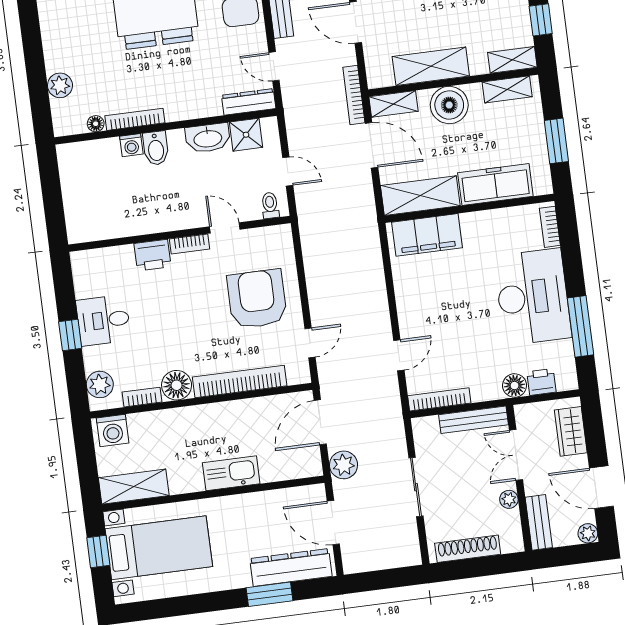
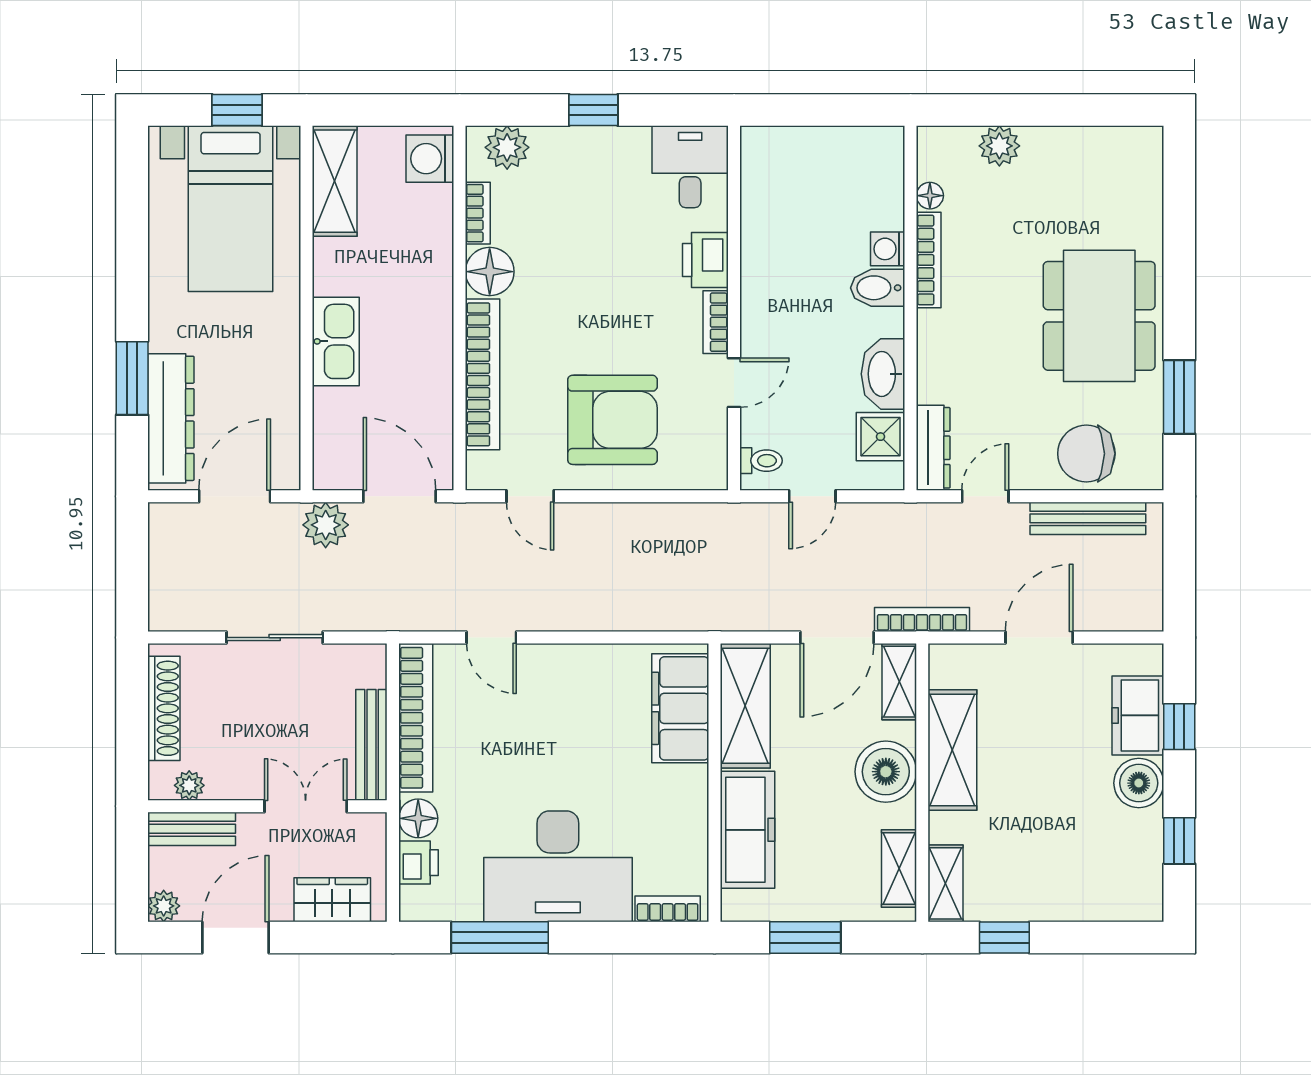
desk: (103, 320) -> (690, 167), moved
bookcase: (439, 399) -> (416, 718), width x1.48, depth x1.31
plant: (509, 499) -> (189, 785), moved

